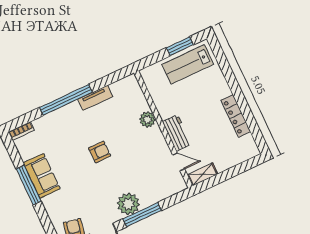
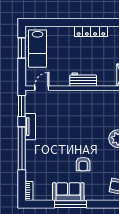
window: (114, 77) -> (22, 106), added
plant: (147, 119) -> (64, 96), removed
armchair: (100, 152) -> (83, 164), moved, turned 180
door: (179, 162) -> (42, 88), moved

